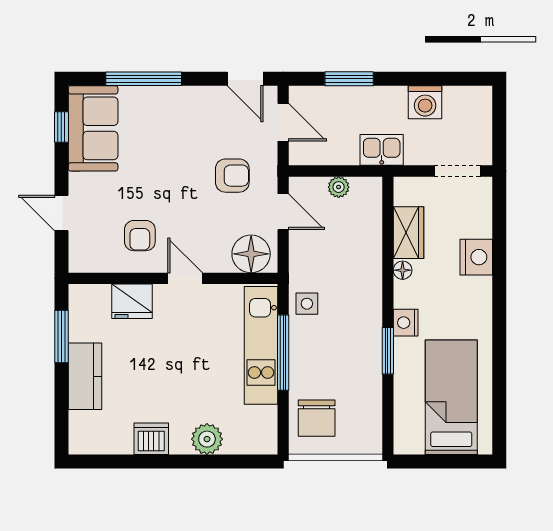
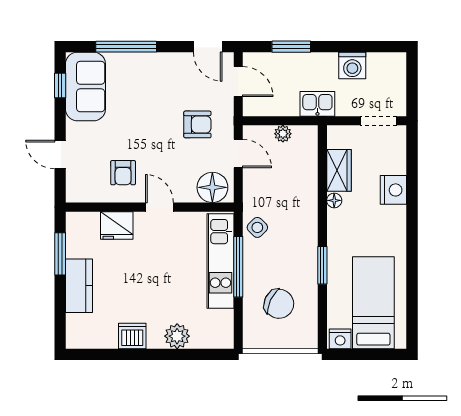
side table: (307, 304) -> (257, 227), turned 45
nightstand: (406, 323) -> (340, 339), moved, turned -90
chair: (317, 418) -> (279, 304), moved, turned -65

